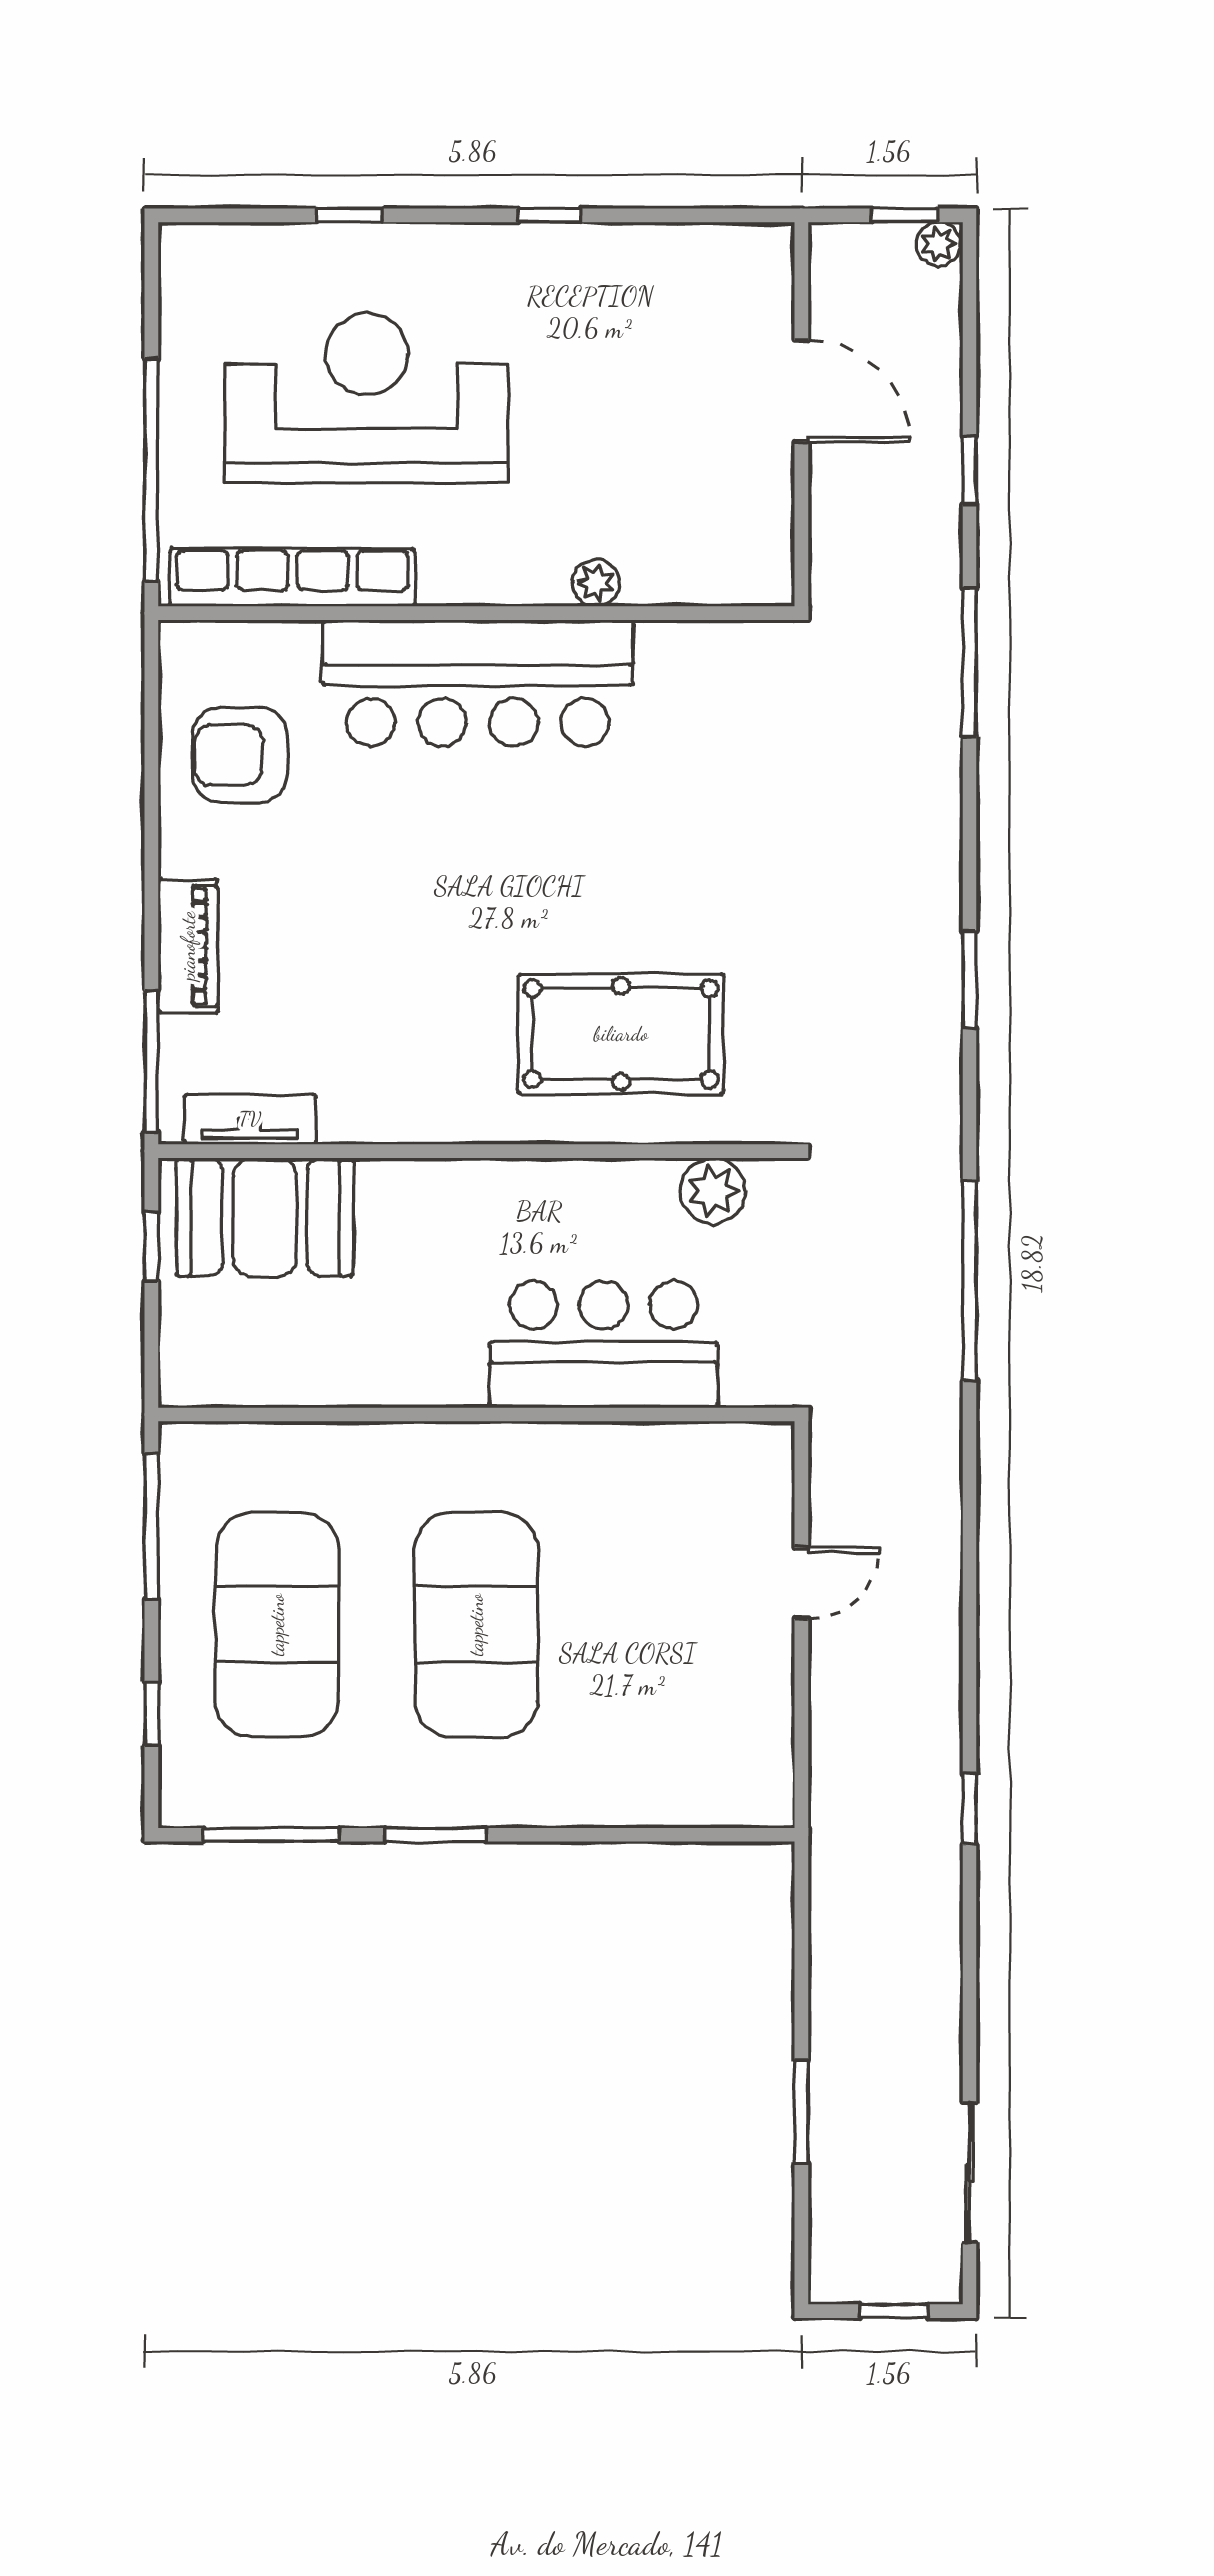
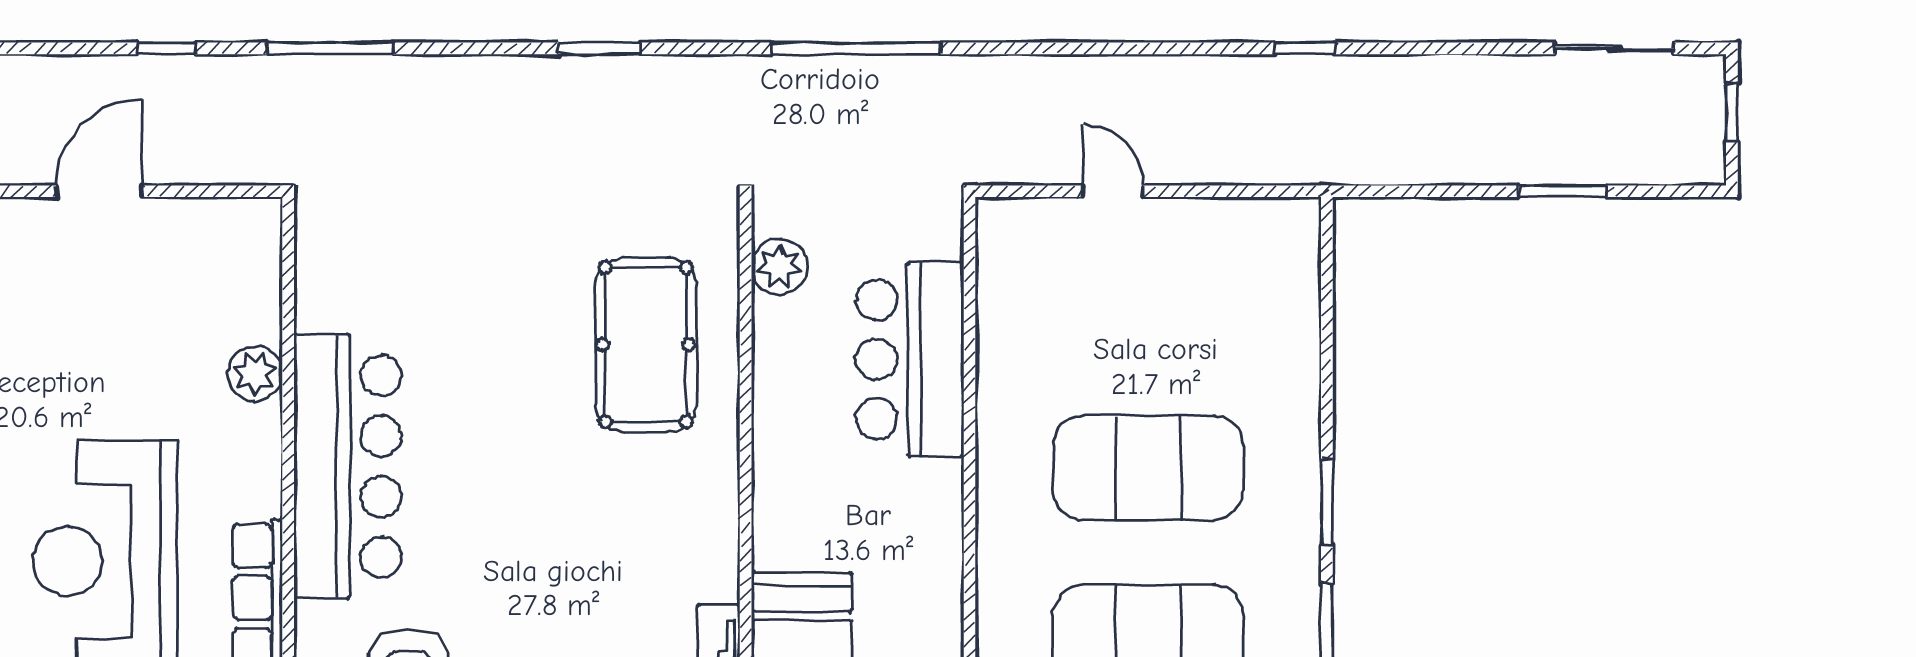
plant: (596, 583) -> (255, 373), width x1.38, depth x1.38

